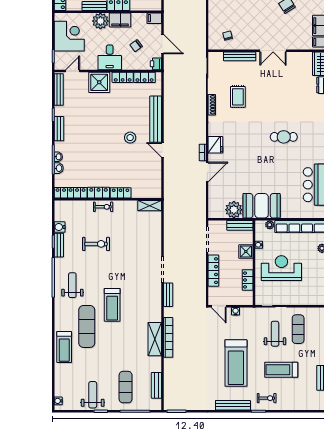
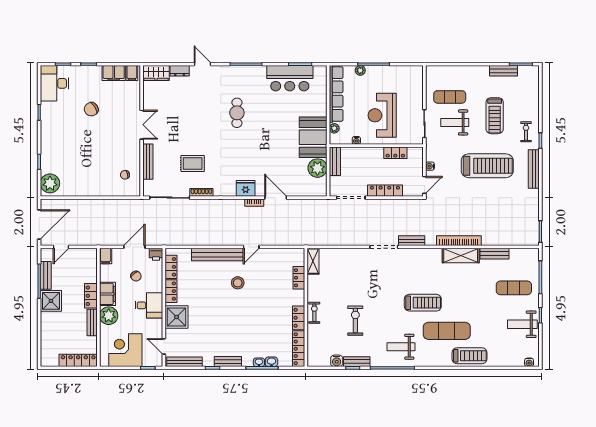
locker: (121, 193) -> (299, 278), moved
shower: (246, 252) -> (364, 155), removed
bench: (156, 385) -> (495, 254), moved

